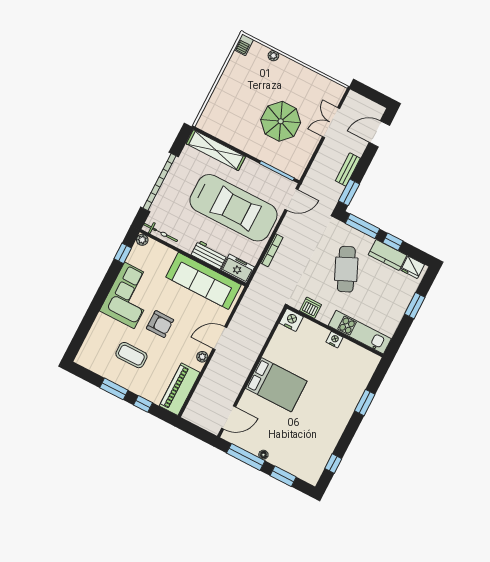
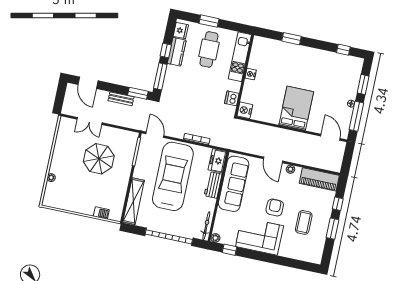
barbecue: (244, 45) -> (101, 213), moved
cafe table: (346, 269) -> (209, 49), moved, turned -66

